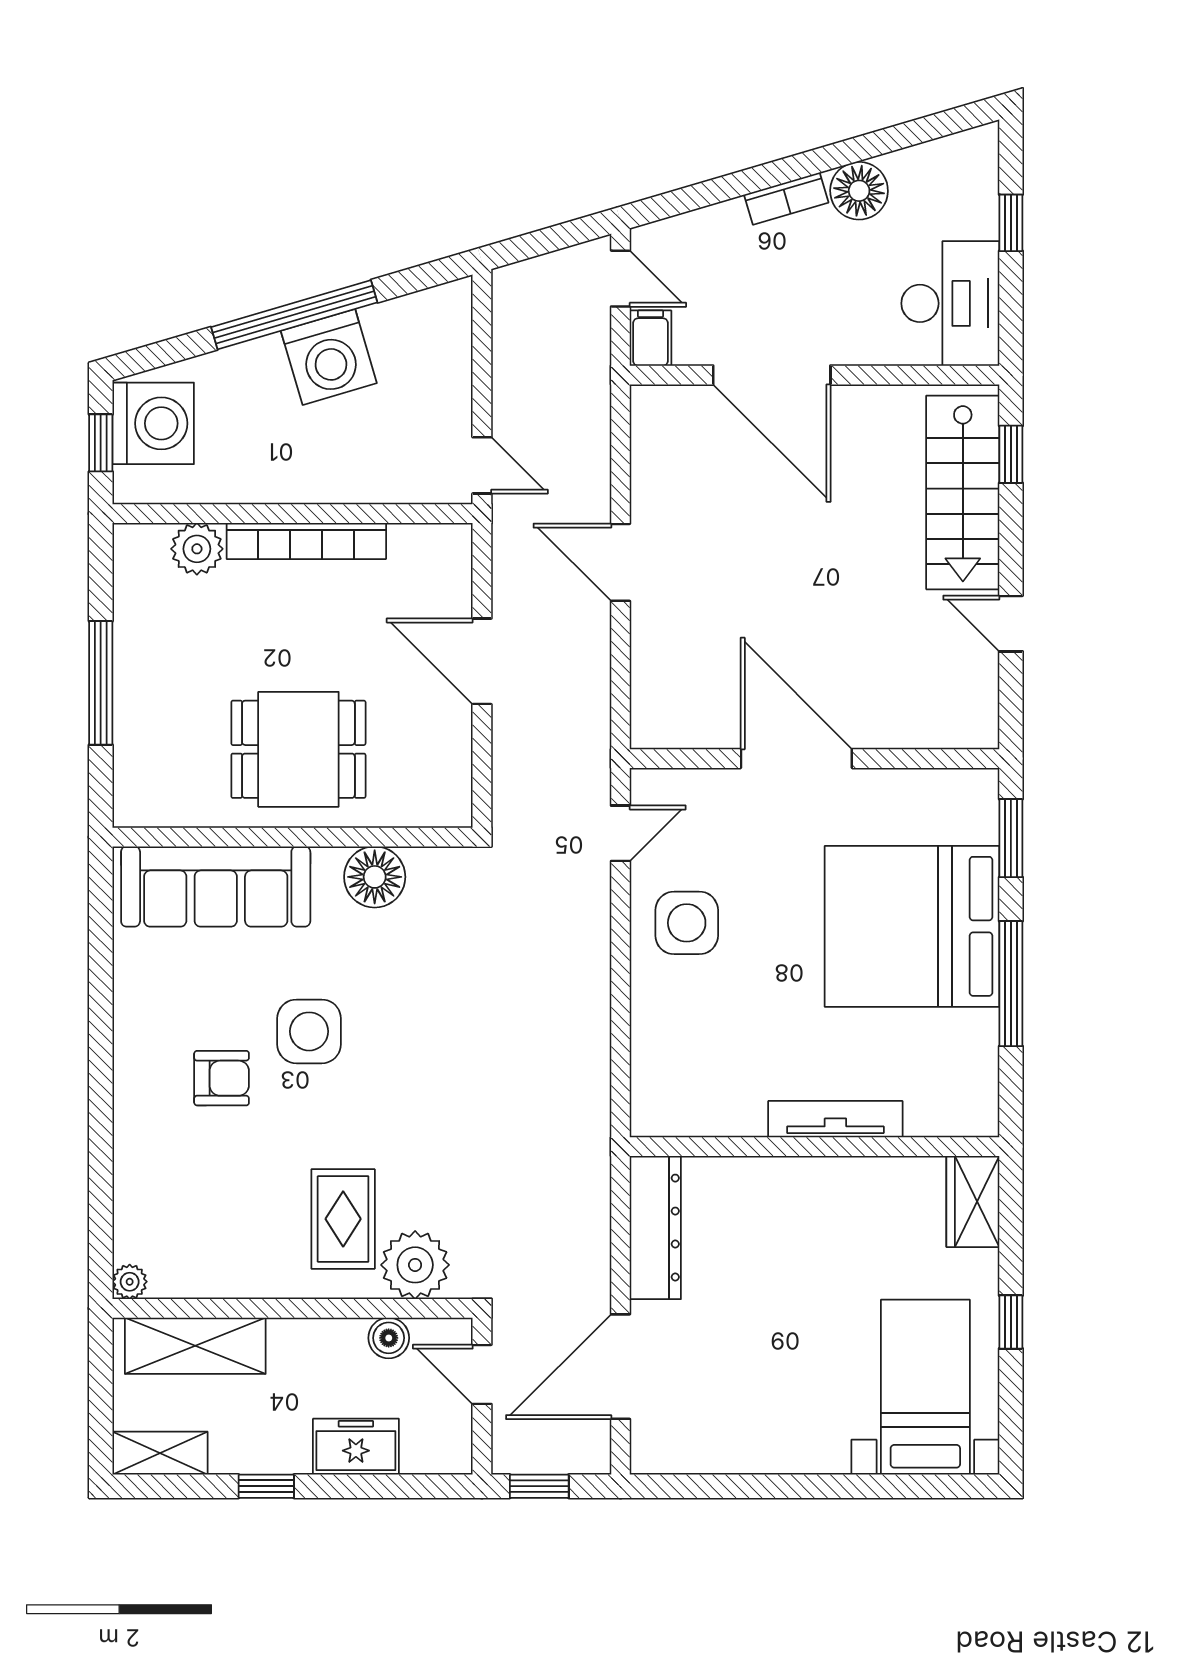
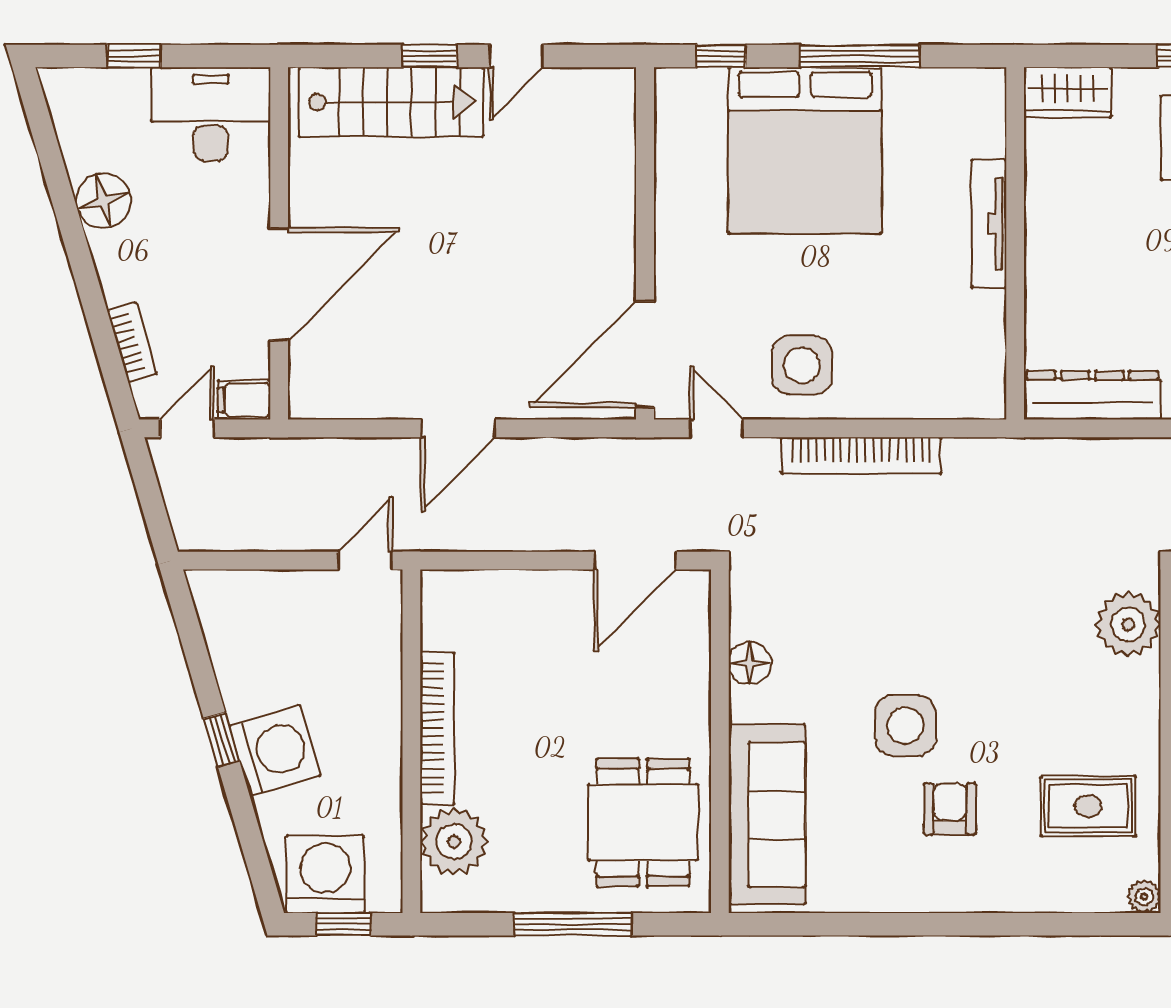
bookcase: (786, 199) -> (132, 342), moved
window: (294, 315) -> (222, 740), width x0.32
washing machine: (329, 357) -> (275, 751), moved
window: (1011, 454) -> (430, 56), moved
plant: (197, 549) -> (454, 842), width x1.36, depth x1.36
door: (482, 661) -> (635, 561), moved
dining table: (298, 749) -> (643, 822), moved
door: (796, 759) -> (645, 354), moved
window: (1011, 838) -> (721, 56), width x0.67
floor lamp: (375, 877) -> (750, 663), width x0.73, depth x0.73
bookcase: (592, 985) -> (861, 455), added
rug: (343, 1219) -> (1088, 806), moved

